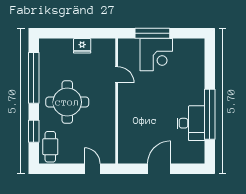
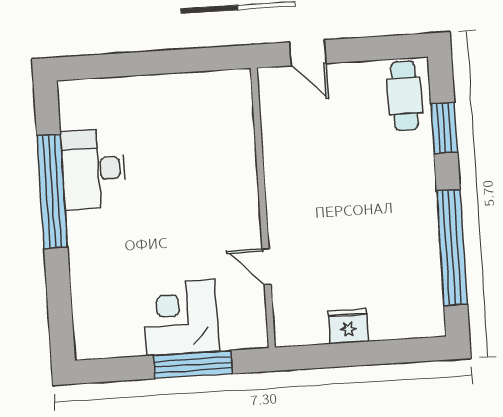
round table: (67, 102) -> (373, 198), removed
door: (159, 169) -> (158, 62), removed

